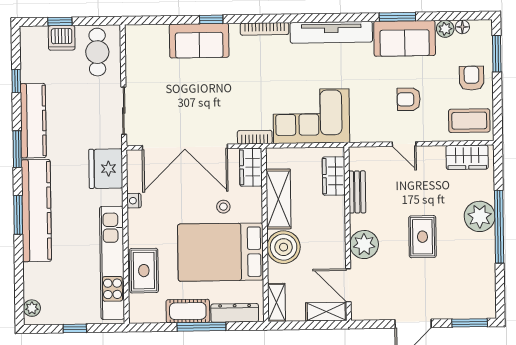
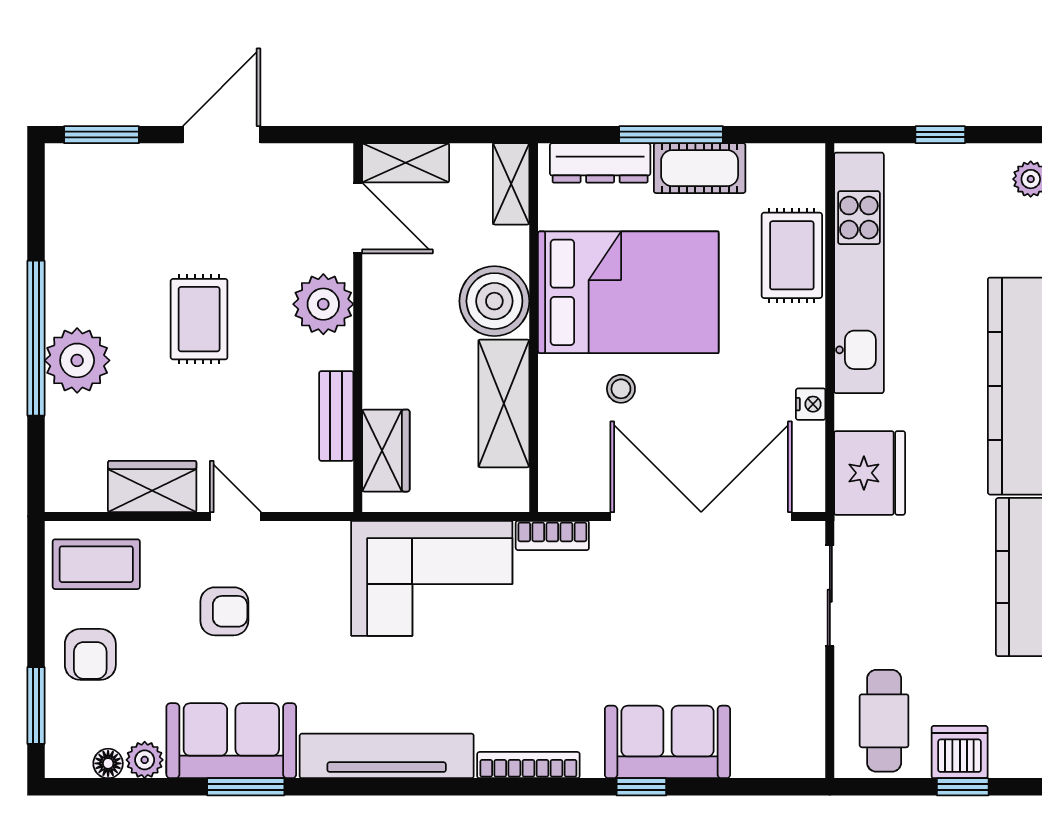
wardrobe: (467, 157) -> (152, 486), moved
wardrobe: (251, 167) -> (562, 472), removed

